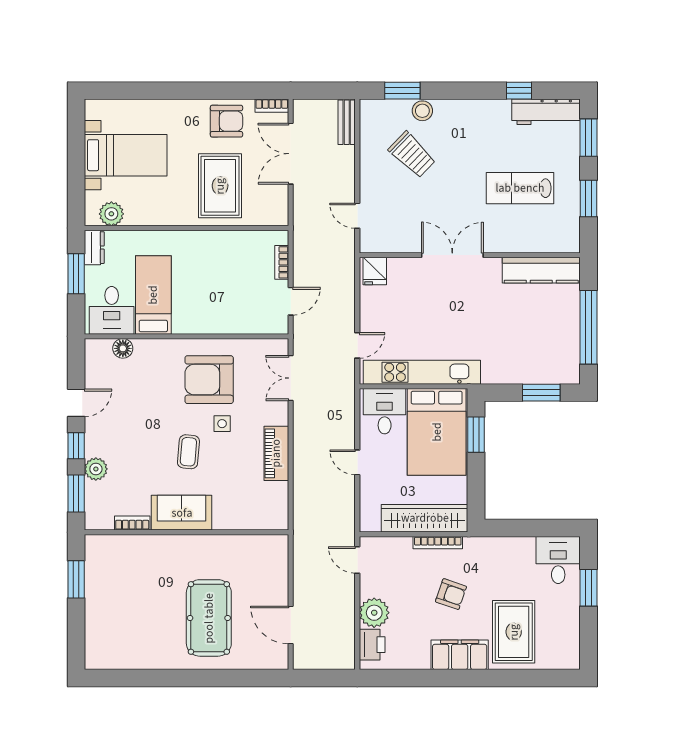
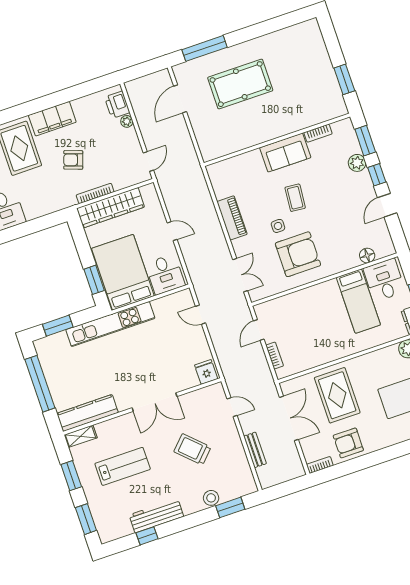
workbench: (546, 112) -> (156, 516), moved
bench: (347, 122) -> (255, 450), moved
double door: (291, 154) -> (289, 418), moved
trolley: (412, 155) -> (192, 449), moved
shelving: (560, 244) -> (81, 436), added
door: (357, 345) -> (200, 315), hinge flipped
kitchen unit: (422, 372) -> (110, 324), moved
door: (357, 560) -> (148, 161), hinge flipped
plant: (374, 613) -> (127, 121), width x0.53, depth x0.53
pool table: (209, 618) -> (240, 84), turned 90
door: (291, 625) -> (180, 99), swing flipped
window: (239, 678) -> (204, 48), added

